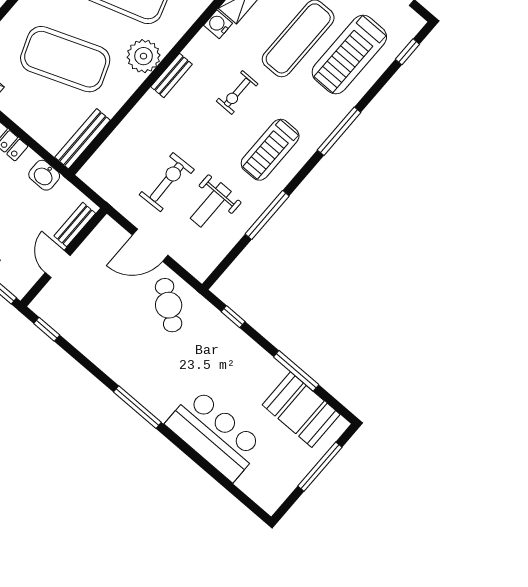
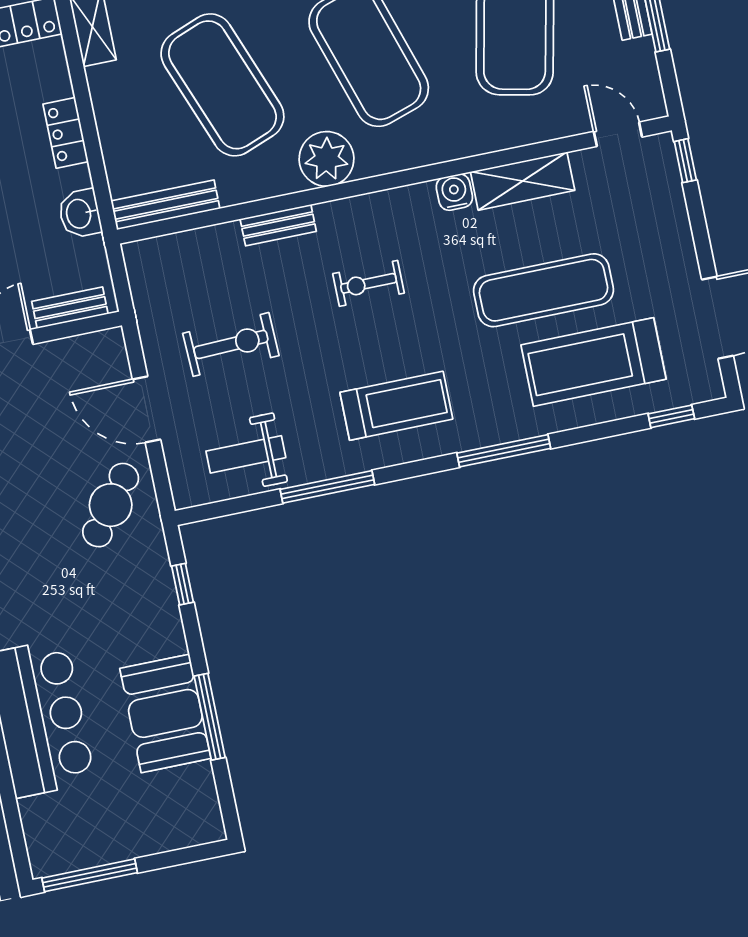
bench: (172, 75) -> (278, 225), moved
exercise bike: (237, 92) -> (368, 283), moved
treadmill: (270, 150) -> (396, 406), turned 180
weight bench: (211, 205) -> (246, 454), moved
booth: (301, 410) -> (165, 713), moved
window: (320, 467) -> (90, 875), moved

